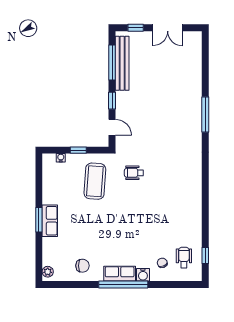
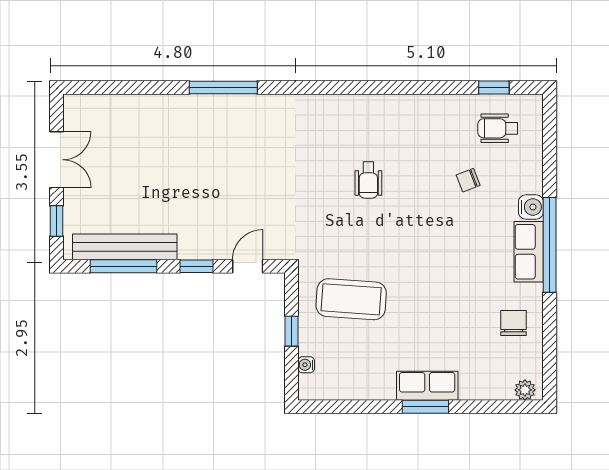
wheelchair: (134, 173) -> (368, 180), moved
chair: (162, 263) -> (468, 180), moved

